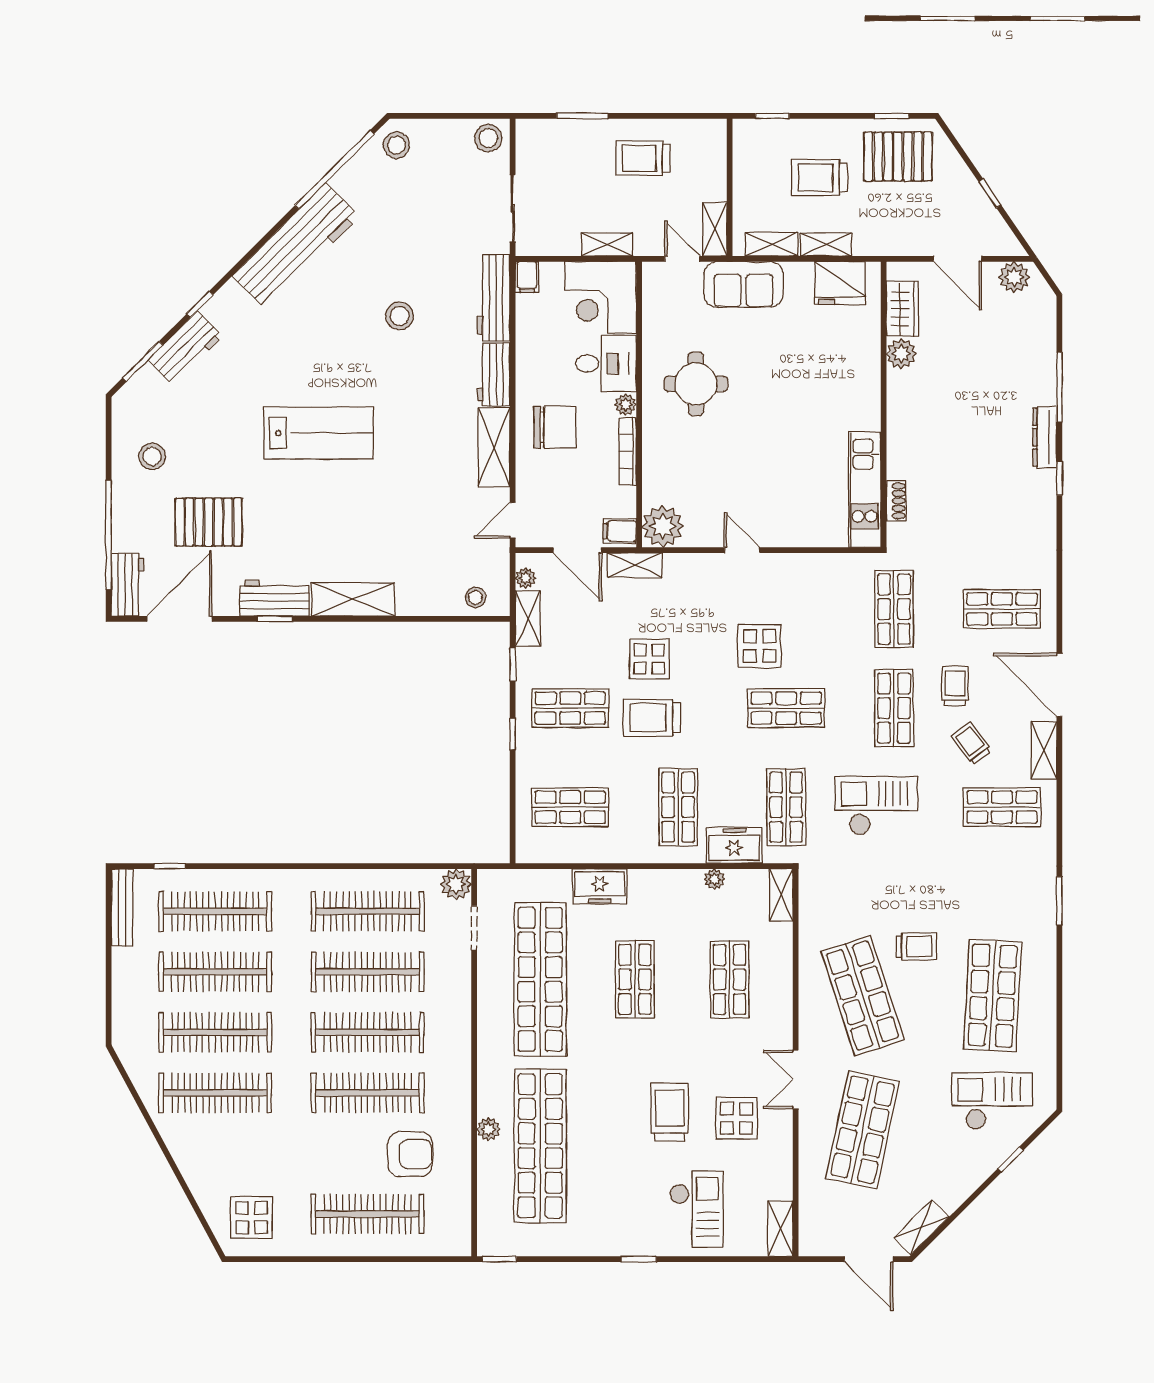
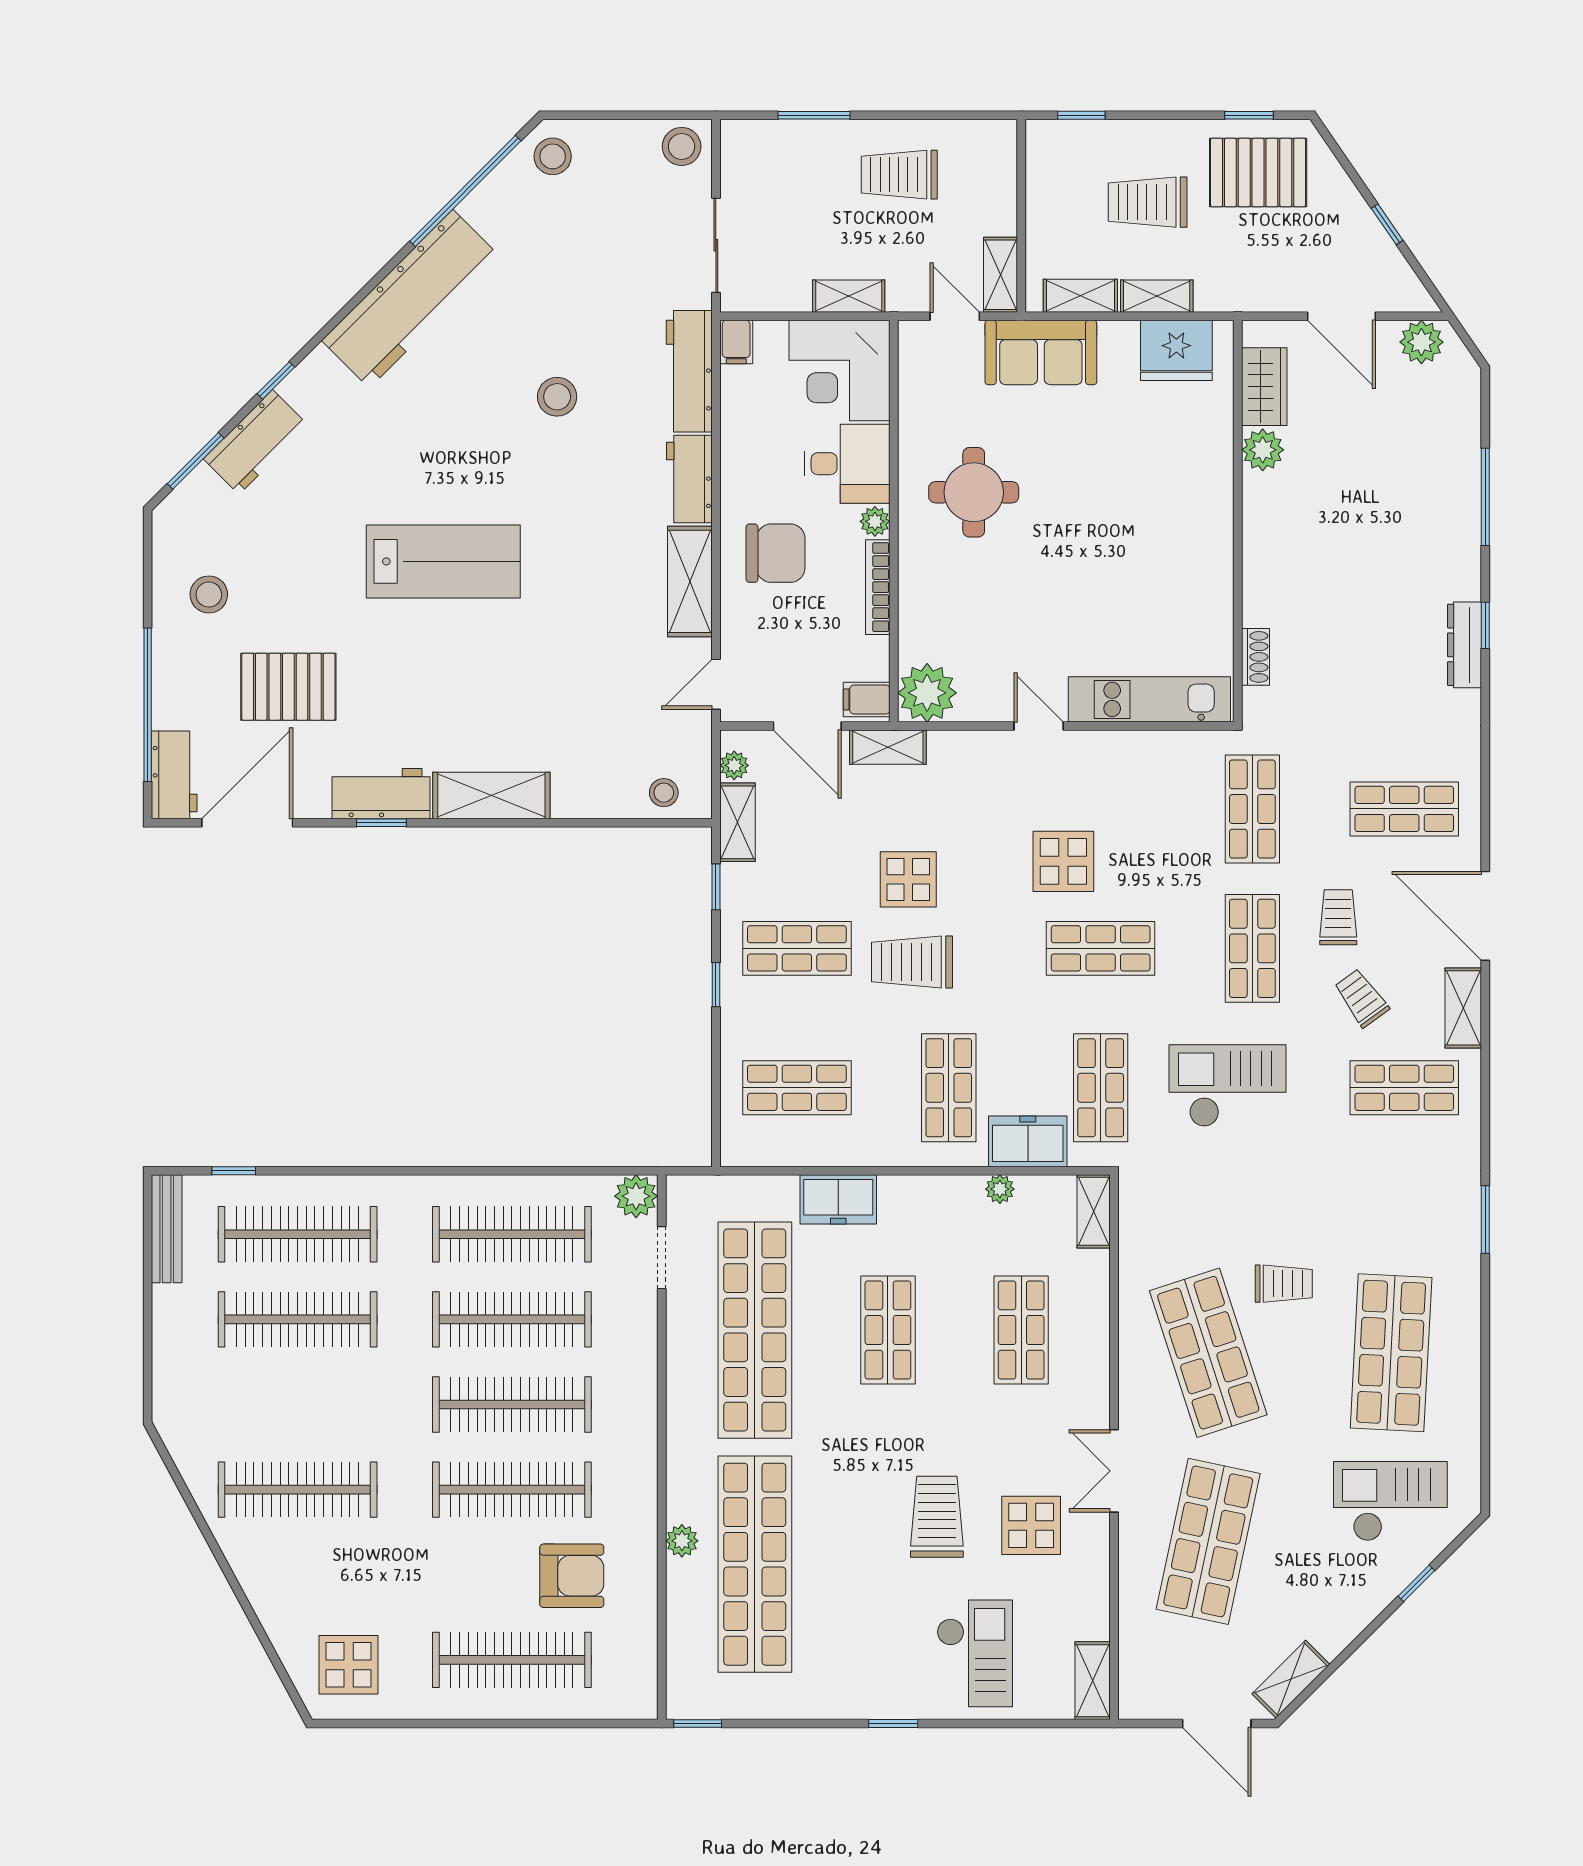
dresser: (1045, 437) -> (1465, 645), moved
kitchen unit: (865, 490) -> (1149, 699), moved, turned 90
clothes rail: (215, 1032) -> (298, 1405), removed

